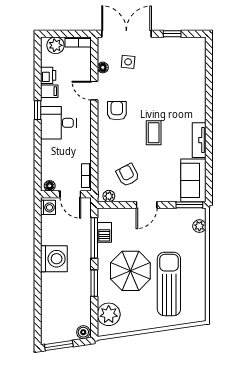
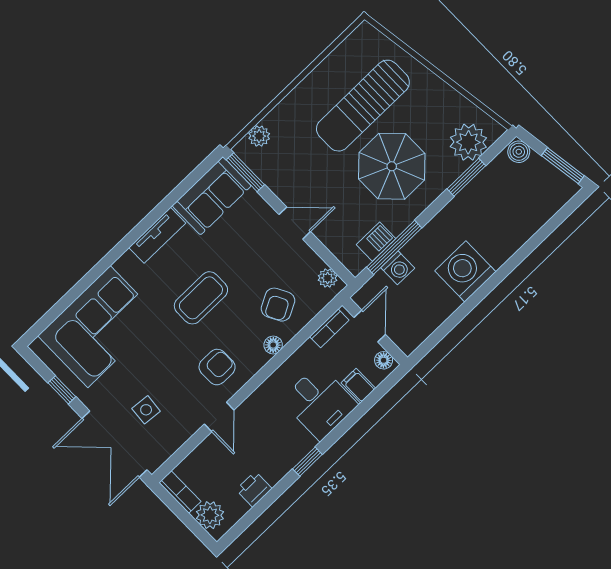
floor lamp: (103, 67) -> (273, 345), moved
corner sofa: (184, 76) -> (99, 327), added
filing cabinet: (49, 91) -> (358, 386), moved
armchair: (117, 111) -> (217, 367), turned 180
desk: (58, 123) -> (319, 402), moved
coffee table: (154, 133) -> (201, 298), width x1.36, depth x1.30
armchair: (128, 175) -> (278, 305), moved
washing machine: (48, 207) -> (398, 268), moved, turned 180
window: (94, 283) -> (466, 177), moved

